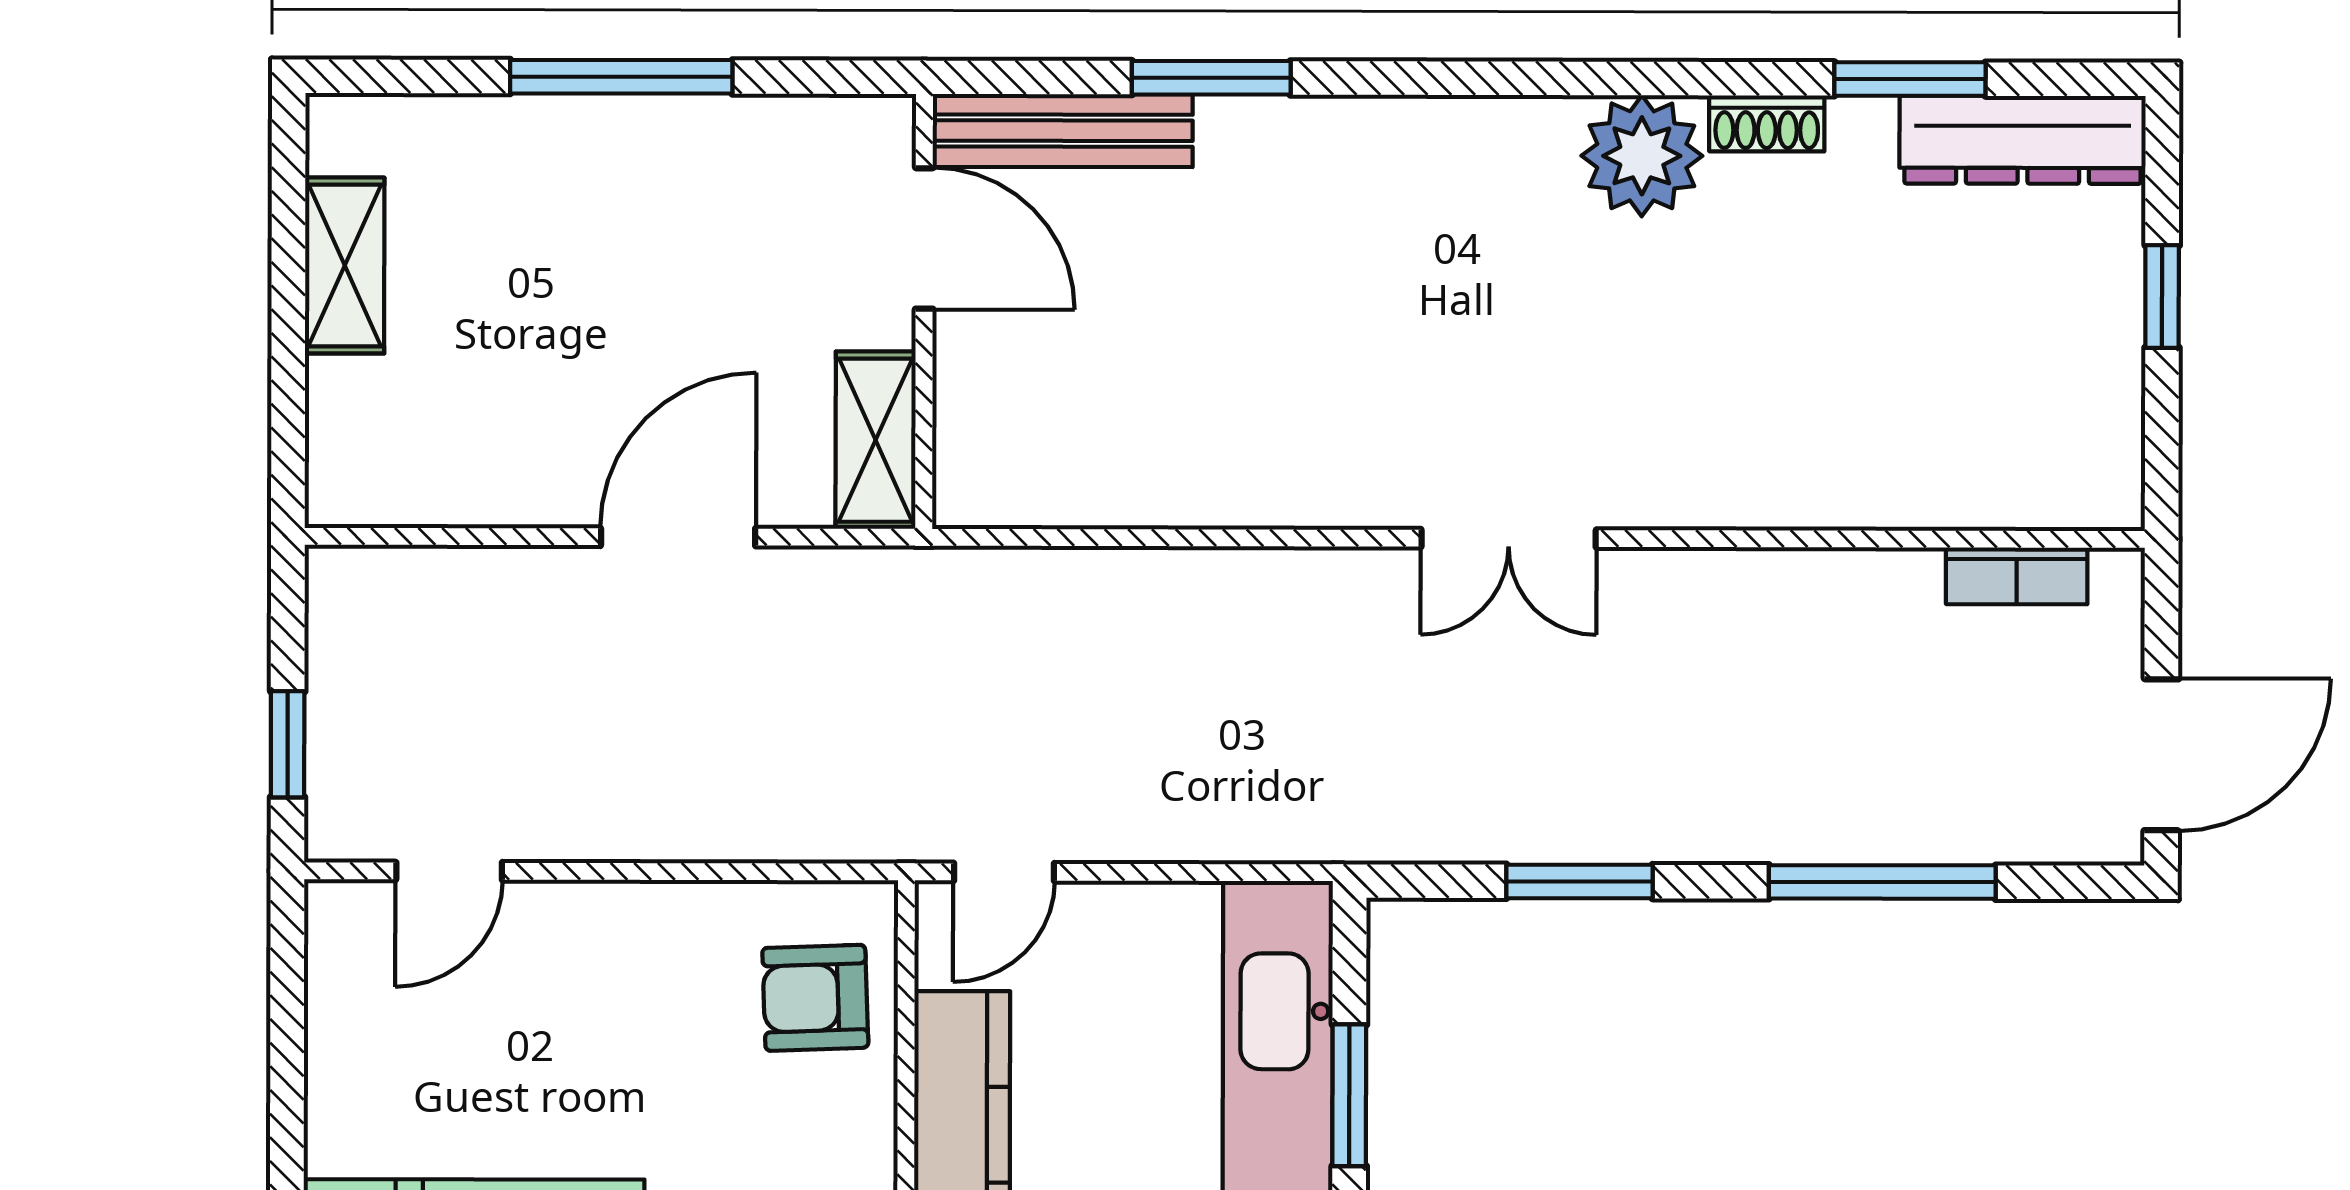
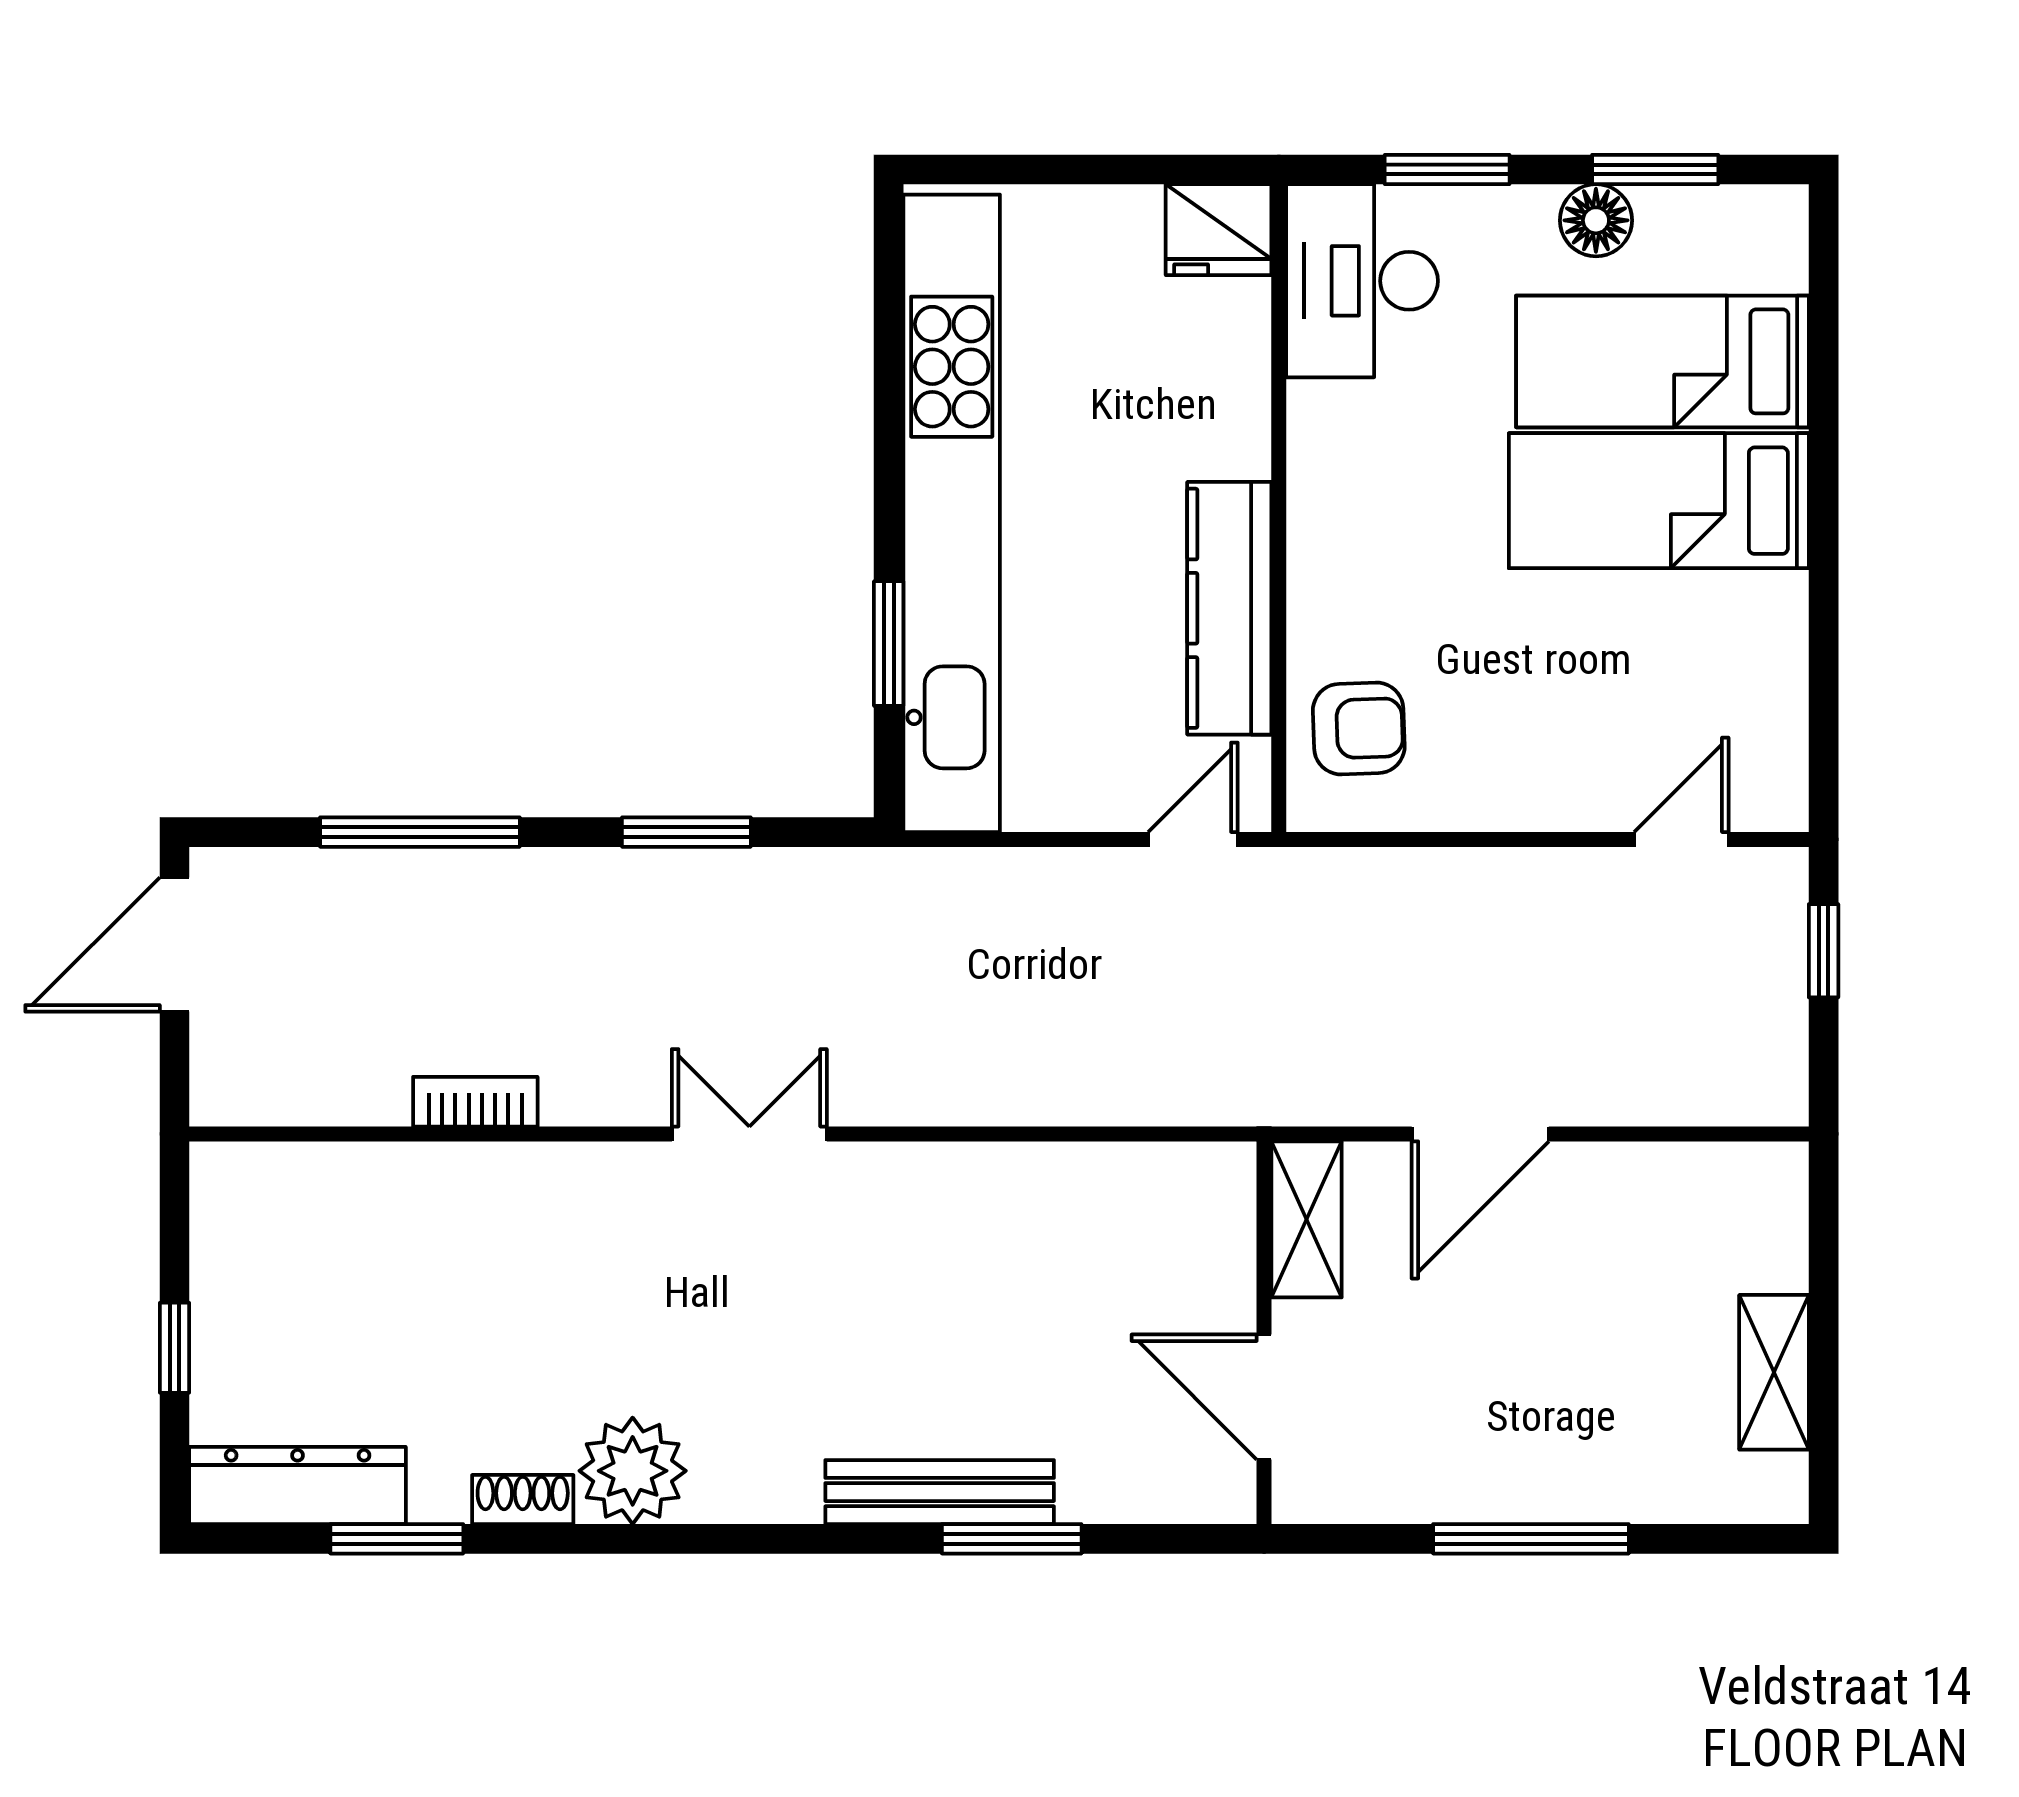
bench: (1063, 131) -> (940, 1492), moved
bookcase: (2017, 576) -> (475, 1102), moved

